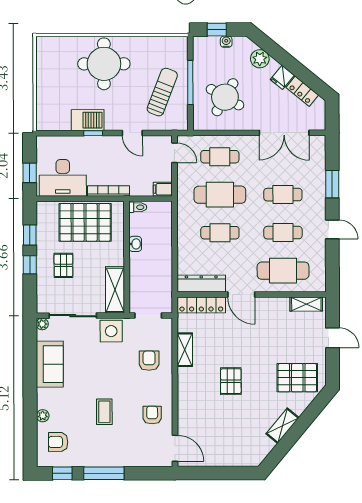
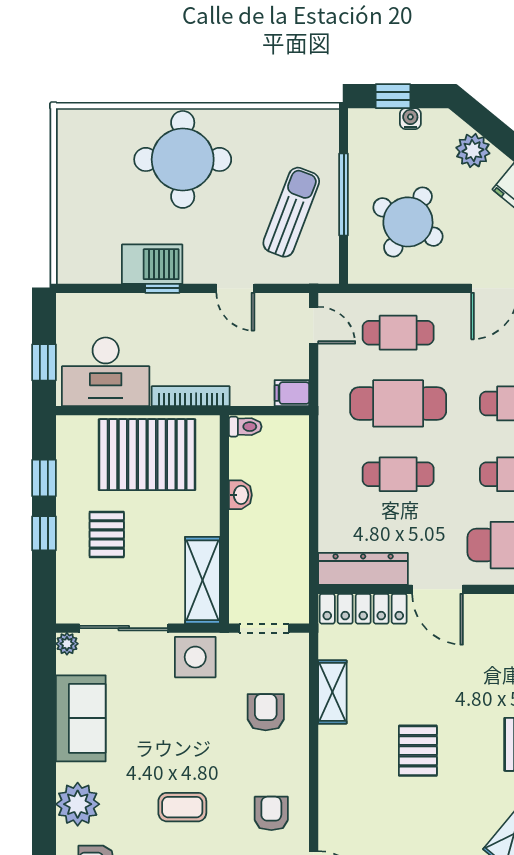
coffee table: (104, 412) -> (182, 807), turned 90
plant: (43, 416) -> (78, 804), width x1.88, depth x1.88

